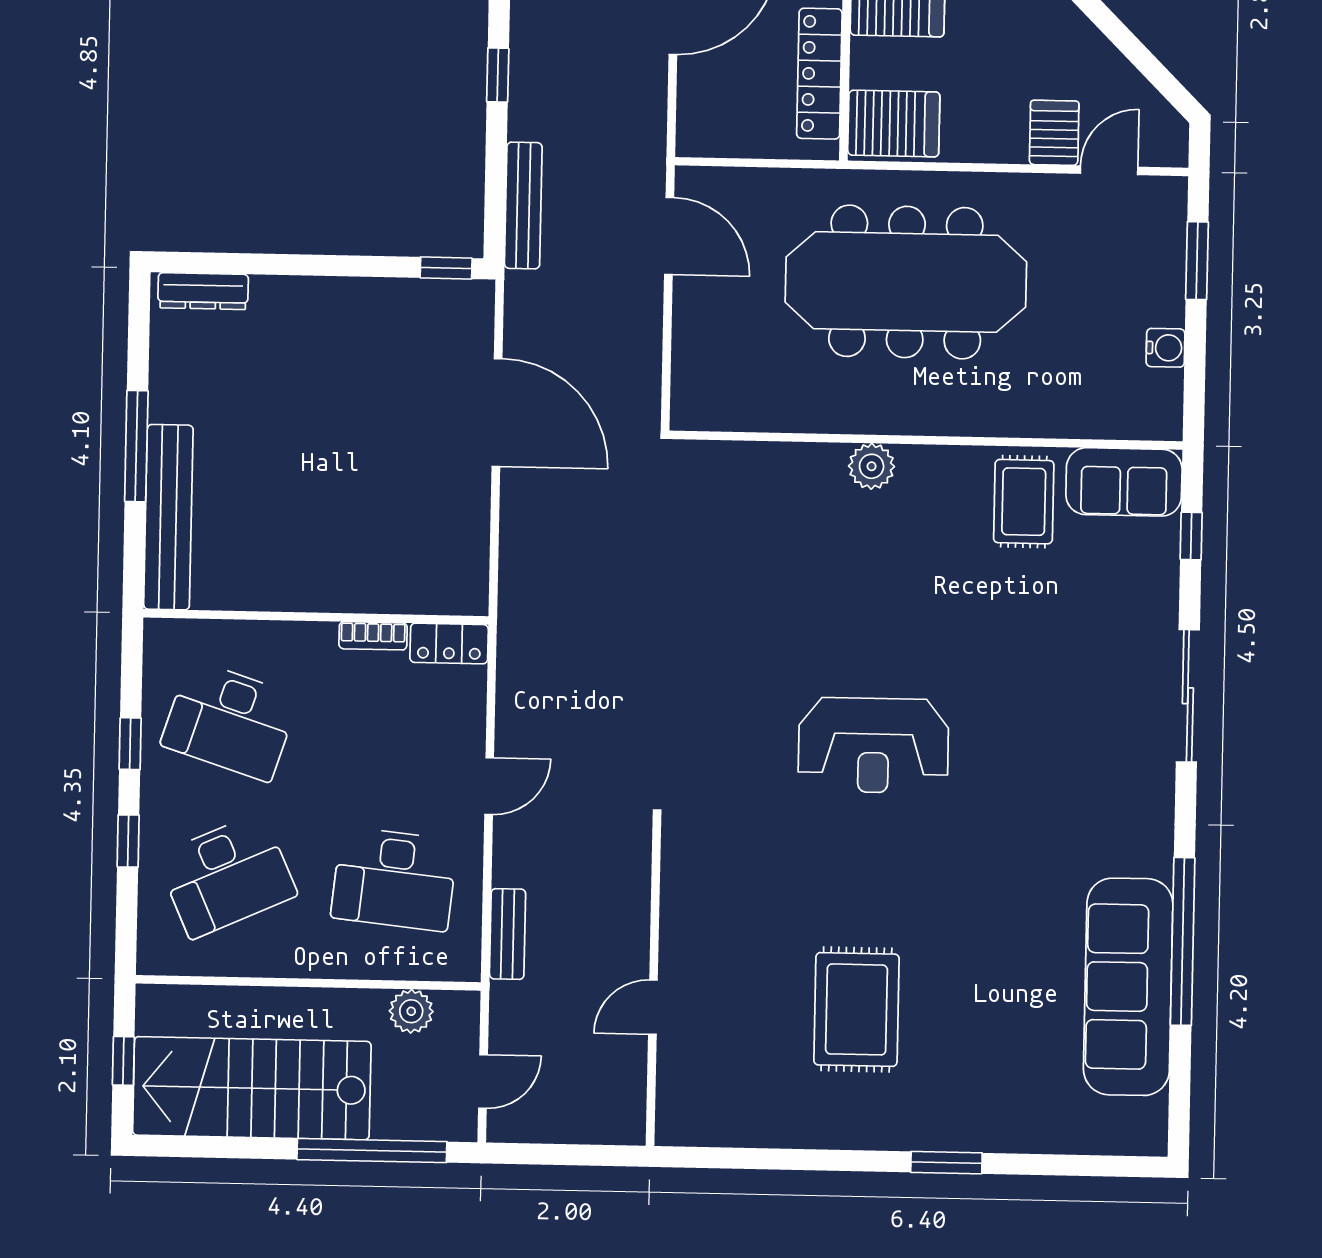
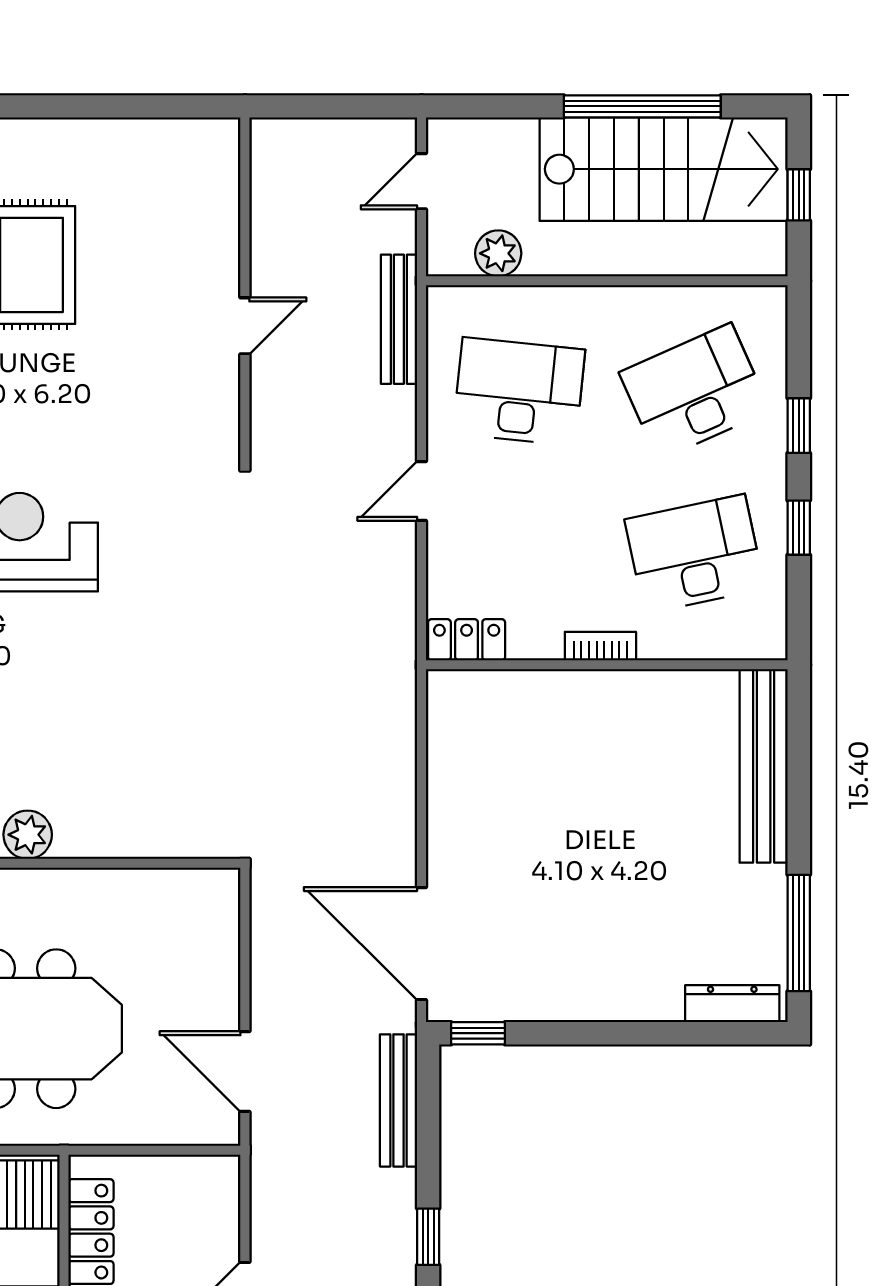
door: (497, 413) -> (421, 944), moved
window: (136, 446) -> (799, 933), moved
bookcase: (373, 636) -> (600, 646), moved
desk: (230, 721) -> (695, 554), turned -30
bench: (508, 934) -> (399, 319), width x1.36
door: (653, 1007) -> (245, 326), moved
window: (372, 1151) -> (642, 106), moved

